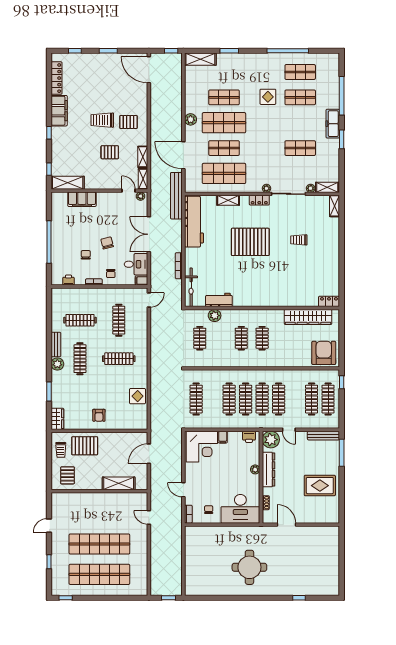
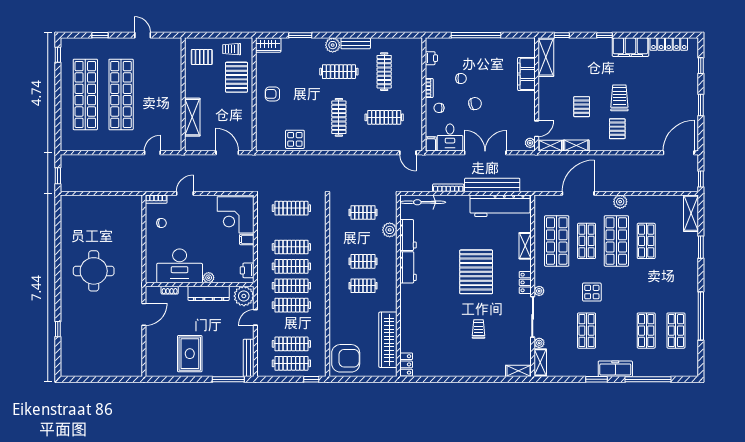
display table: (268, 97) -> (592, 292), moved
bench: (176, 196) -> (492, 185), moved
workbench: (246, 300) -> (408, 267), added
desk: (240, 509) -> (180, 266), moved, turned -90

